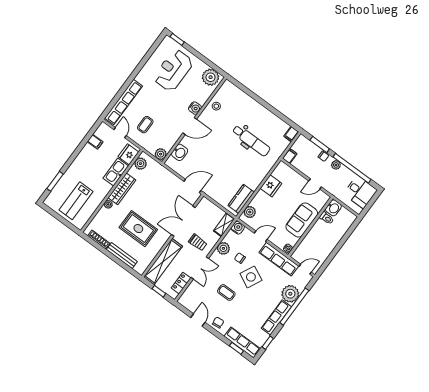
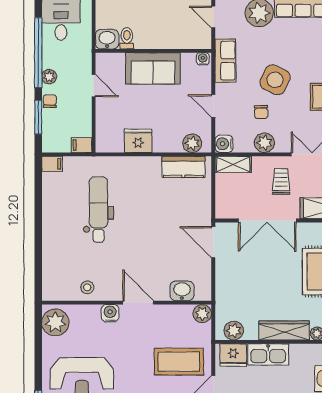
coffee table: (145, 125) -> (179, 362), width x1.86, depth x1.72
row of seats: (279, 259) -> (225, 61), width x0.68

